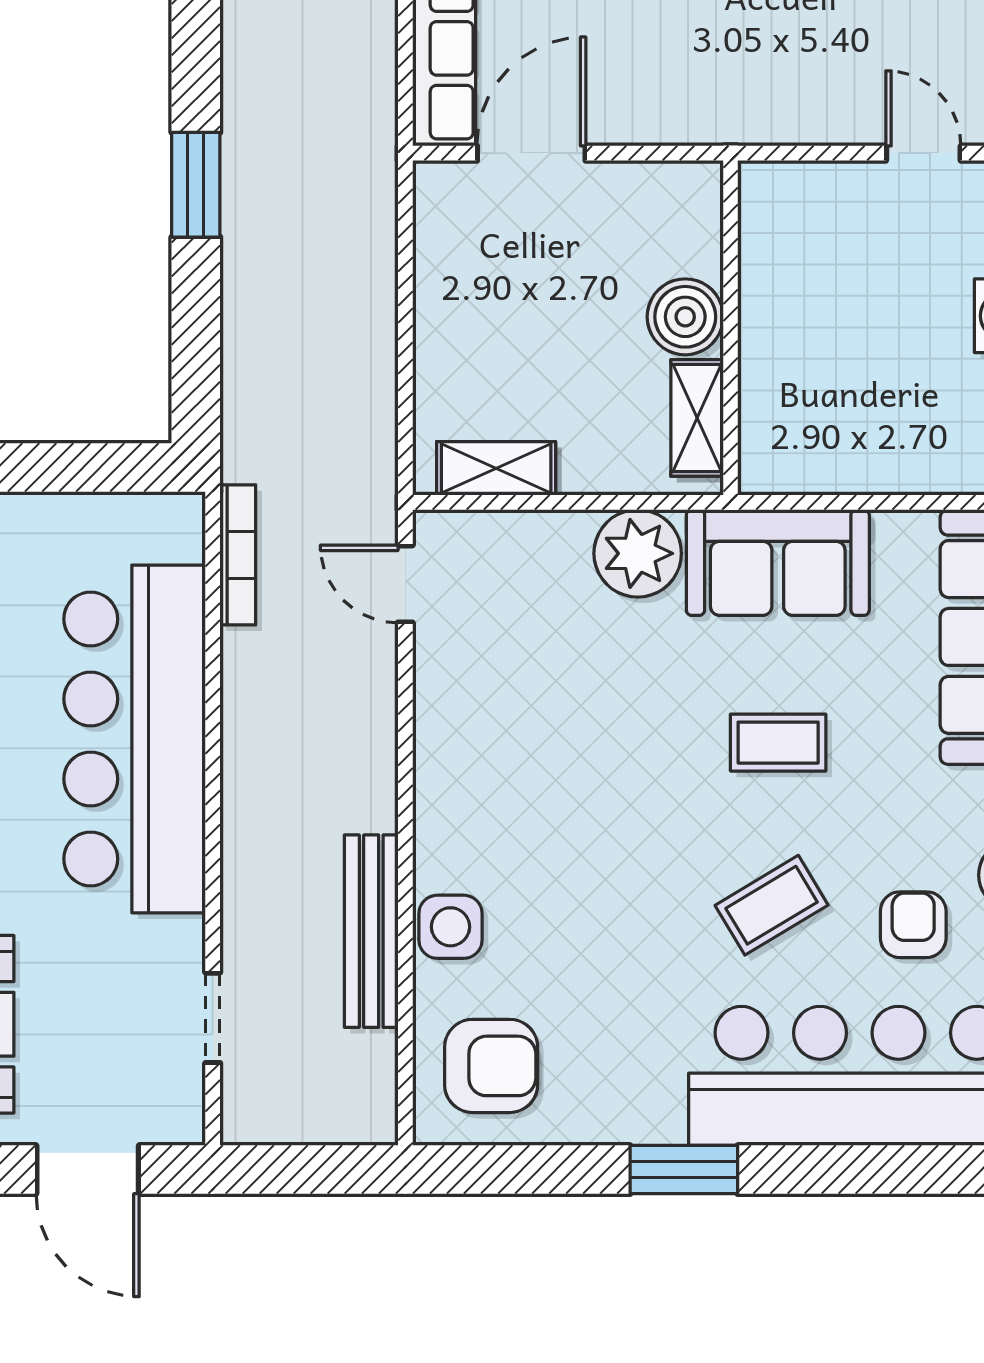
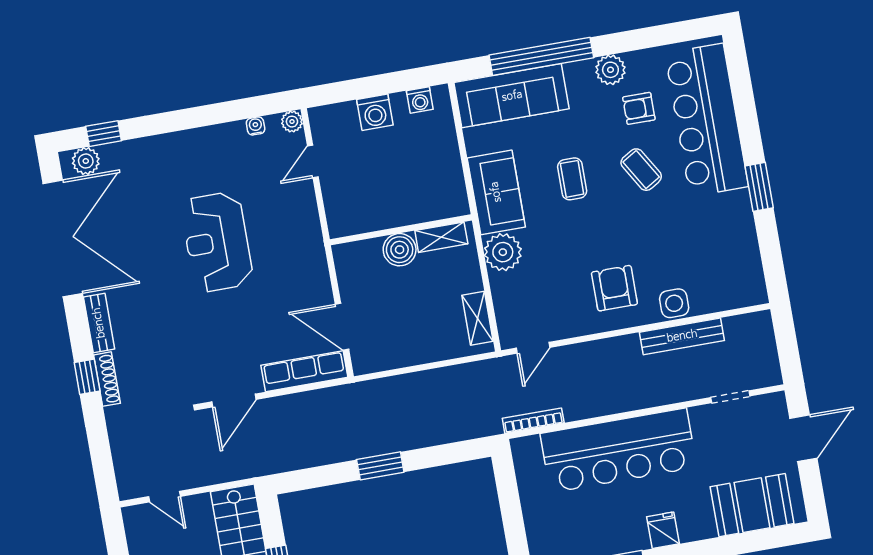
armchair: (491, 1066) -> (614, 288), moved

